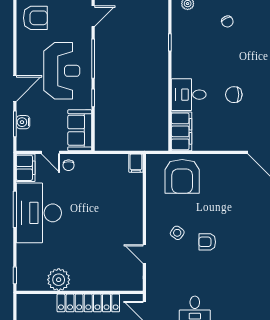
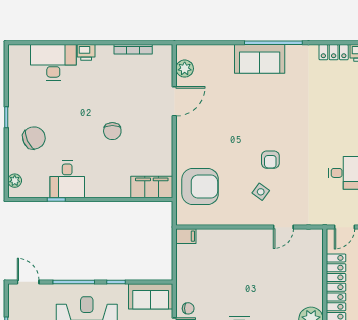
chair: (227, 21) -> (34, 138), width x1.87, depth x1.87
desk: (189, 95) -> (67, 179), moved

